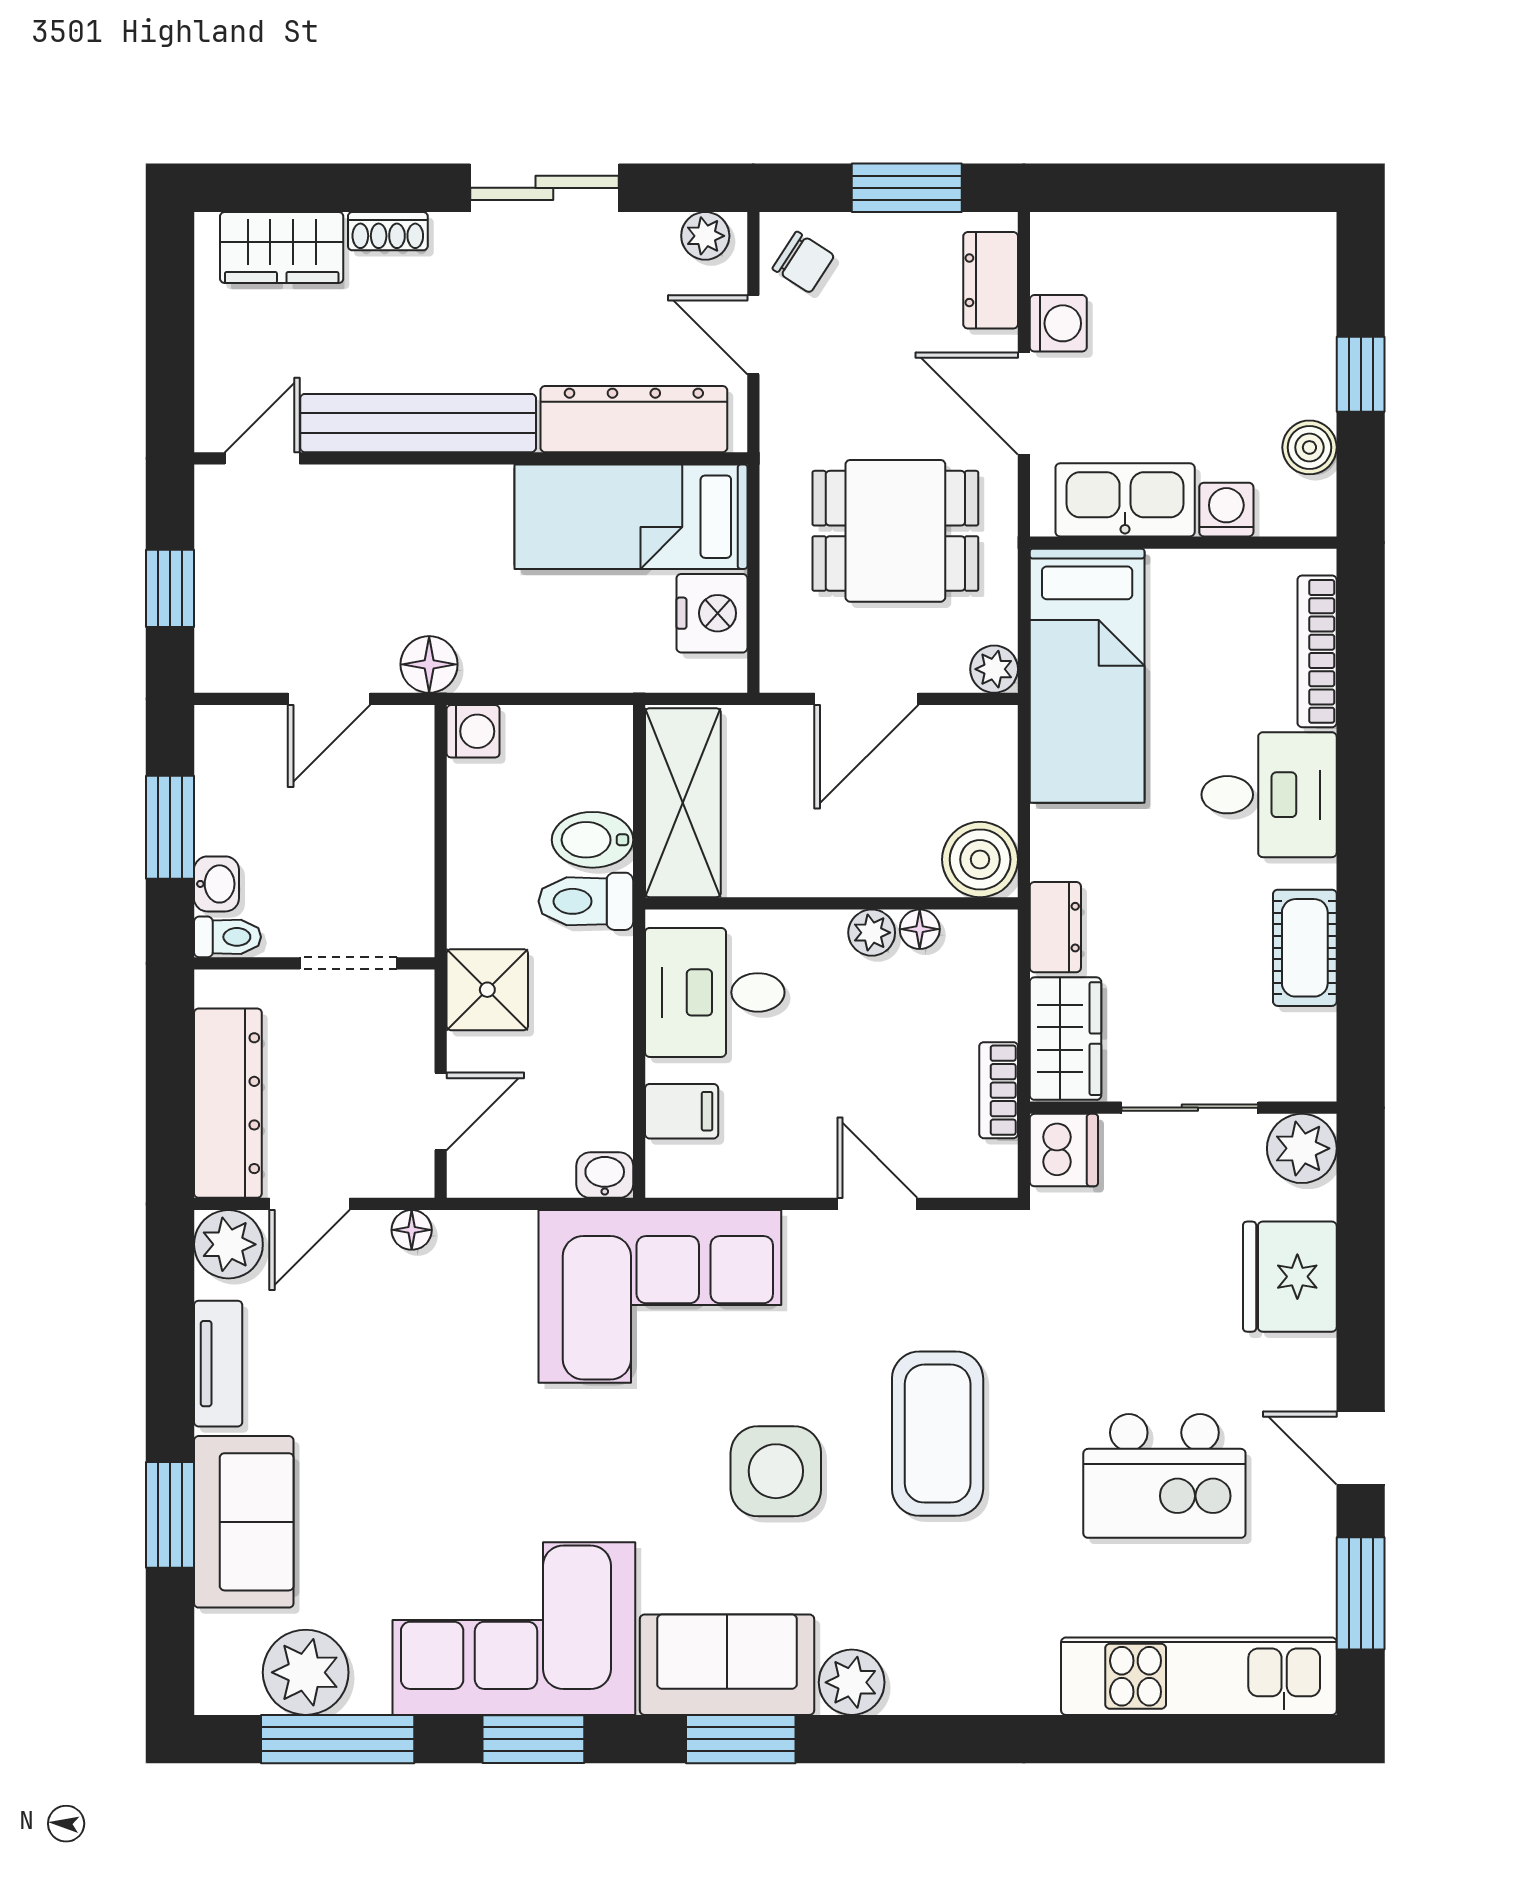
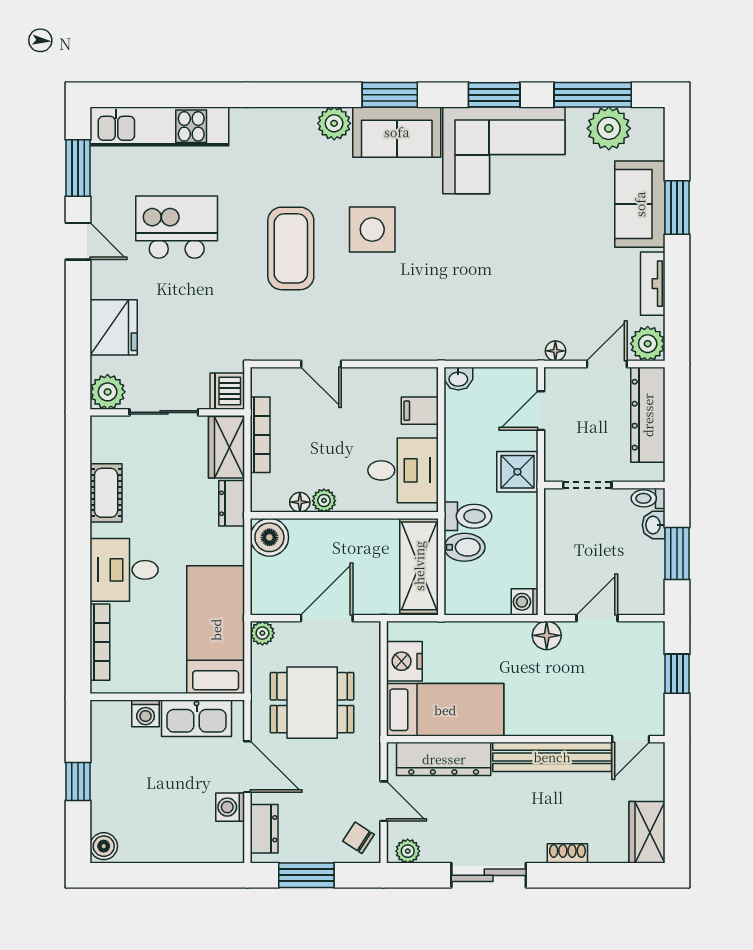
wardrobe: (282, 248) -> (647, 832), moved, turned -90
boiler: (1309, 447) -> (104, 846), moved
bookcase: (999, 1090) -> (260, 435), width x1.56
corner sofa: (660, 1296) -> (431, 317), removed

